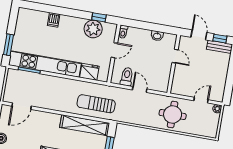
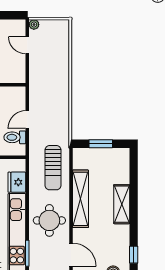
round table: (173, 115) -> (49, 220), moved
shelving: (85, 125) -> (81, 199), moved

